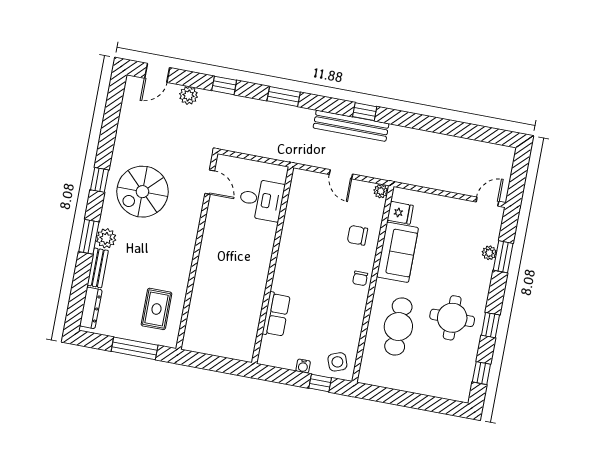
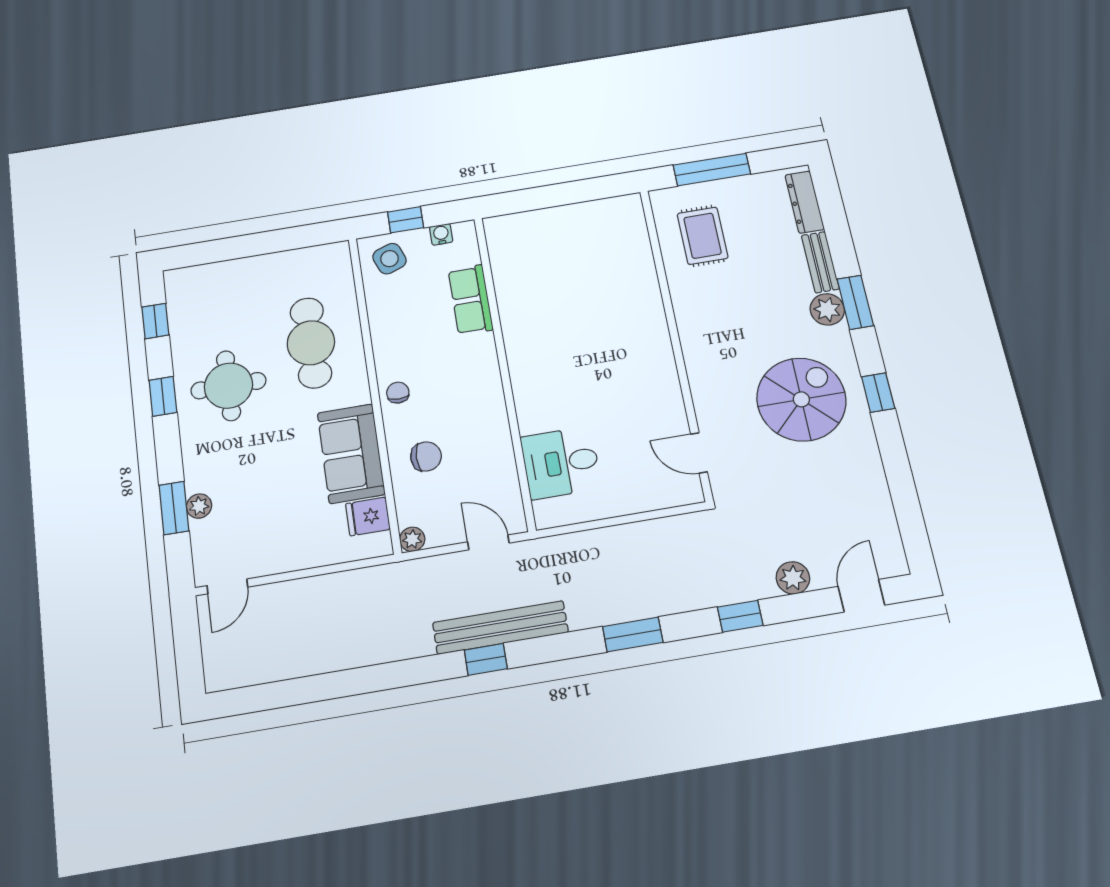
desk: (261, 200) -> (561, 463), moved
wall: (273, 265) -> (504, 370), moved
row of seats: (276, 314) -> (471, 300), moved

